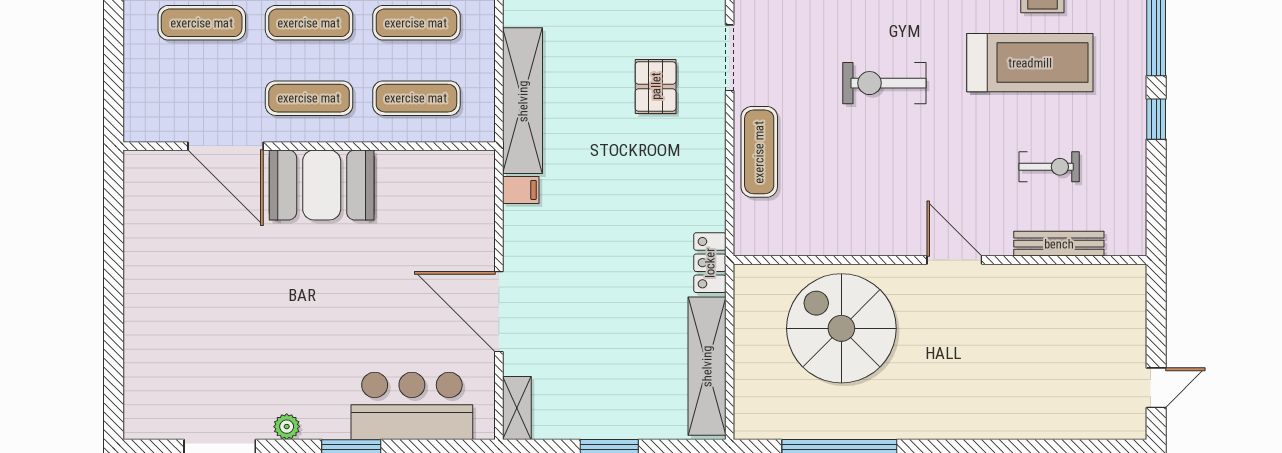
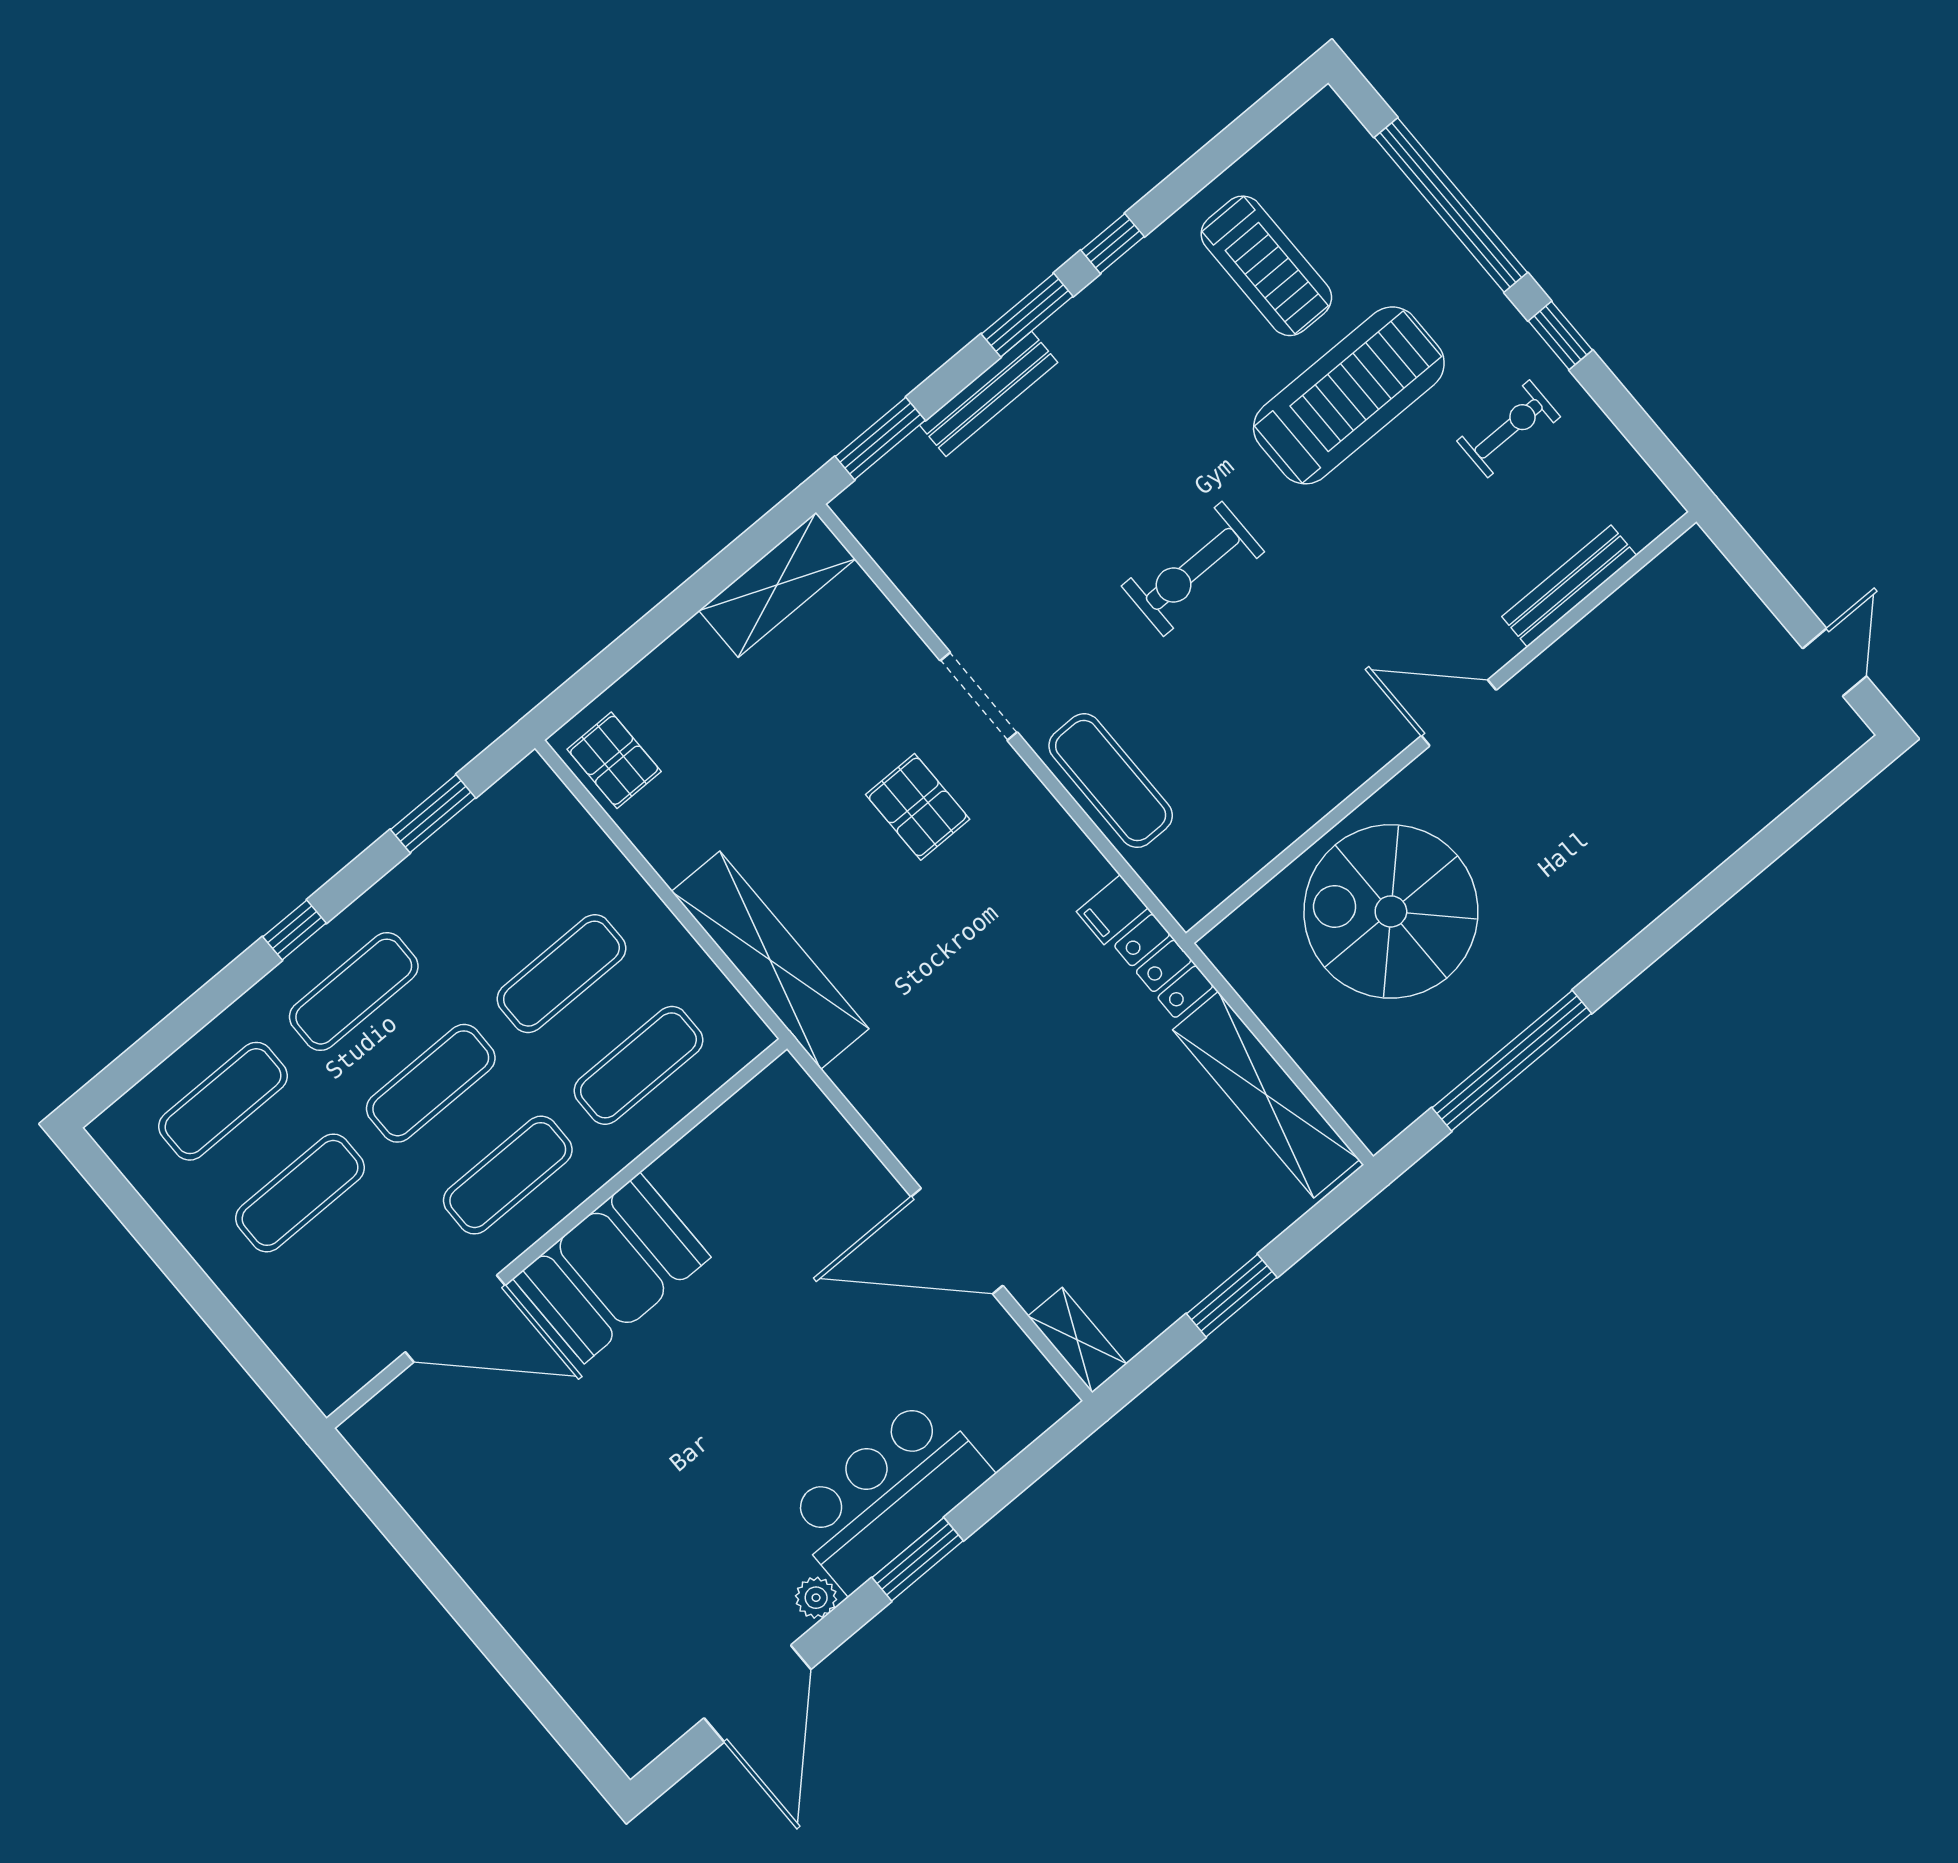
exercise bike: (1049, 167) -> (1509, 429), moved
filing cabinet: (521, 190) -> (1112, 910), moved, turned 180
bar counter: (412, 406) -> (888, 1494), moved

